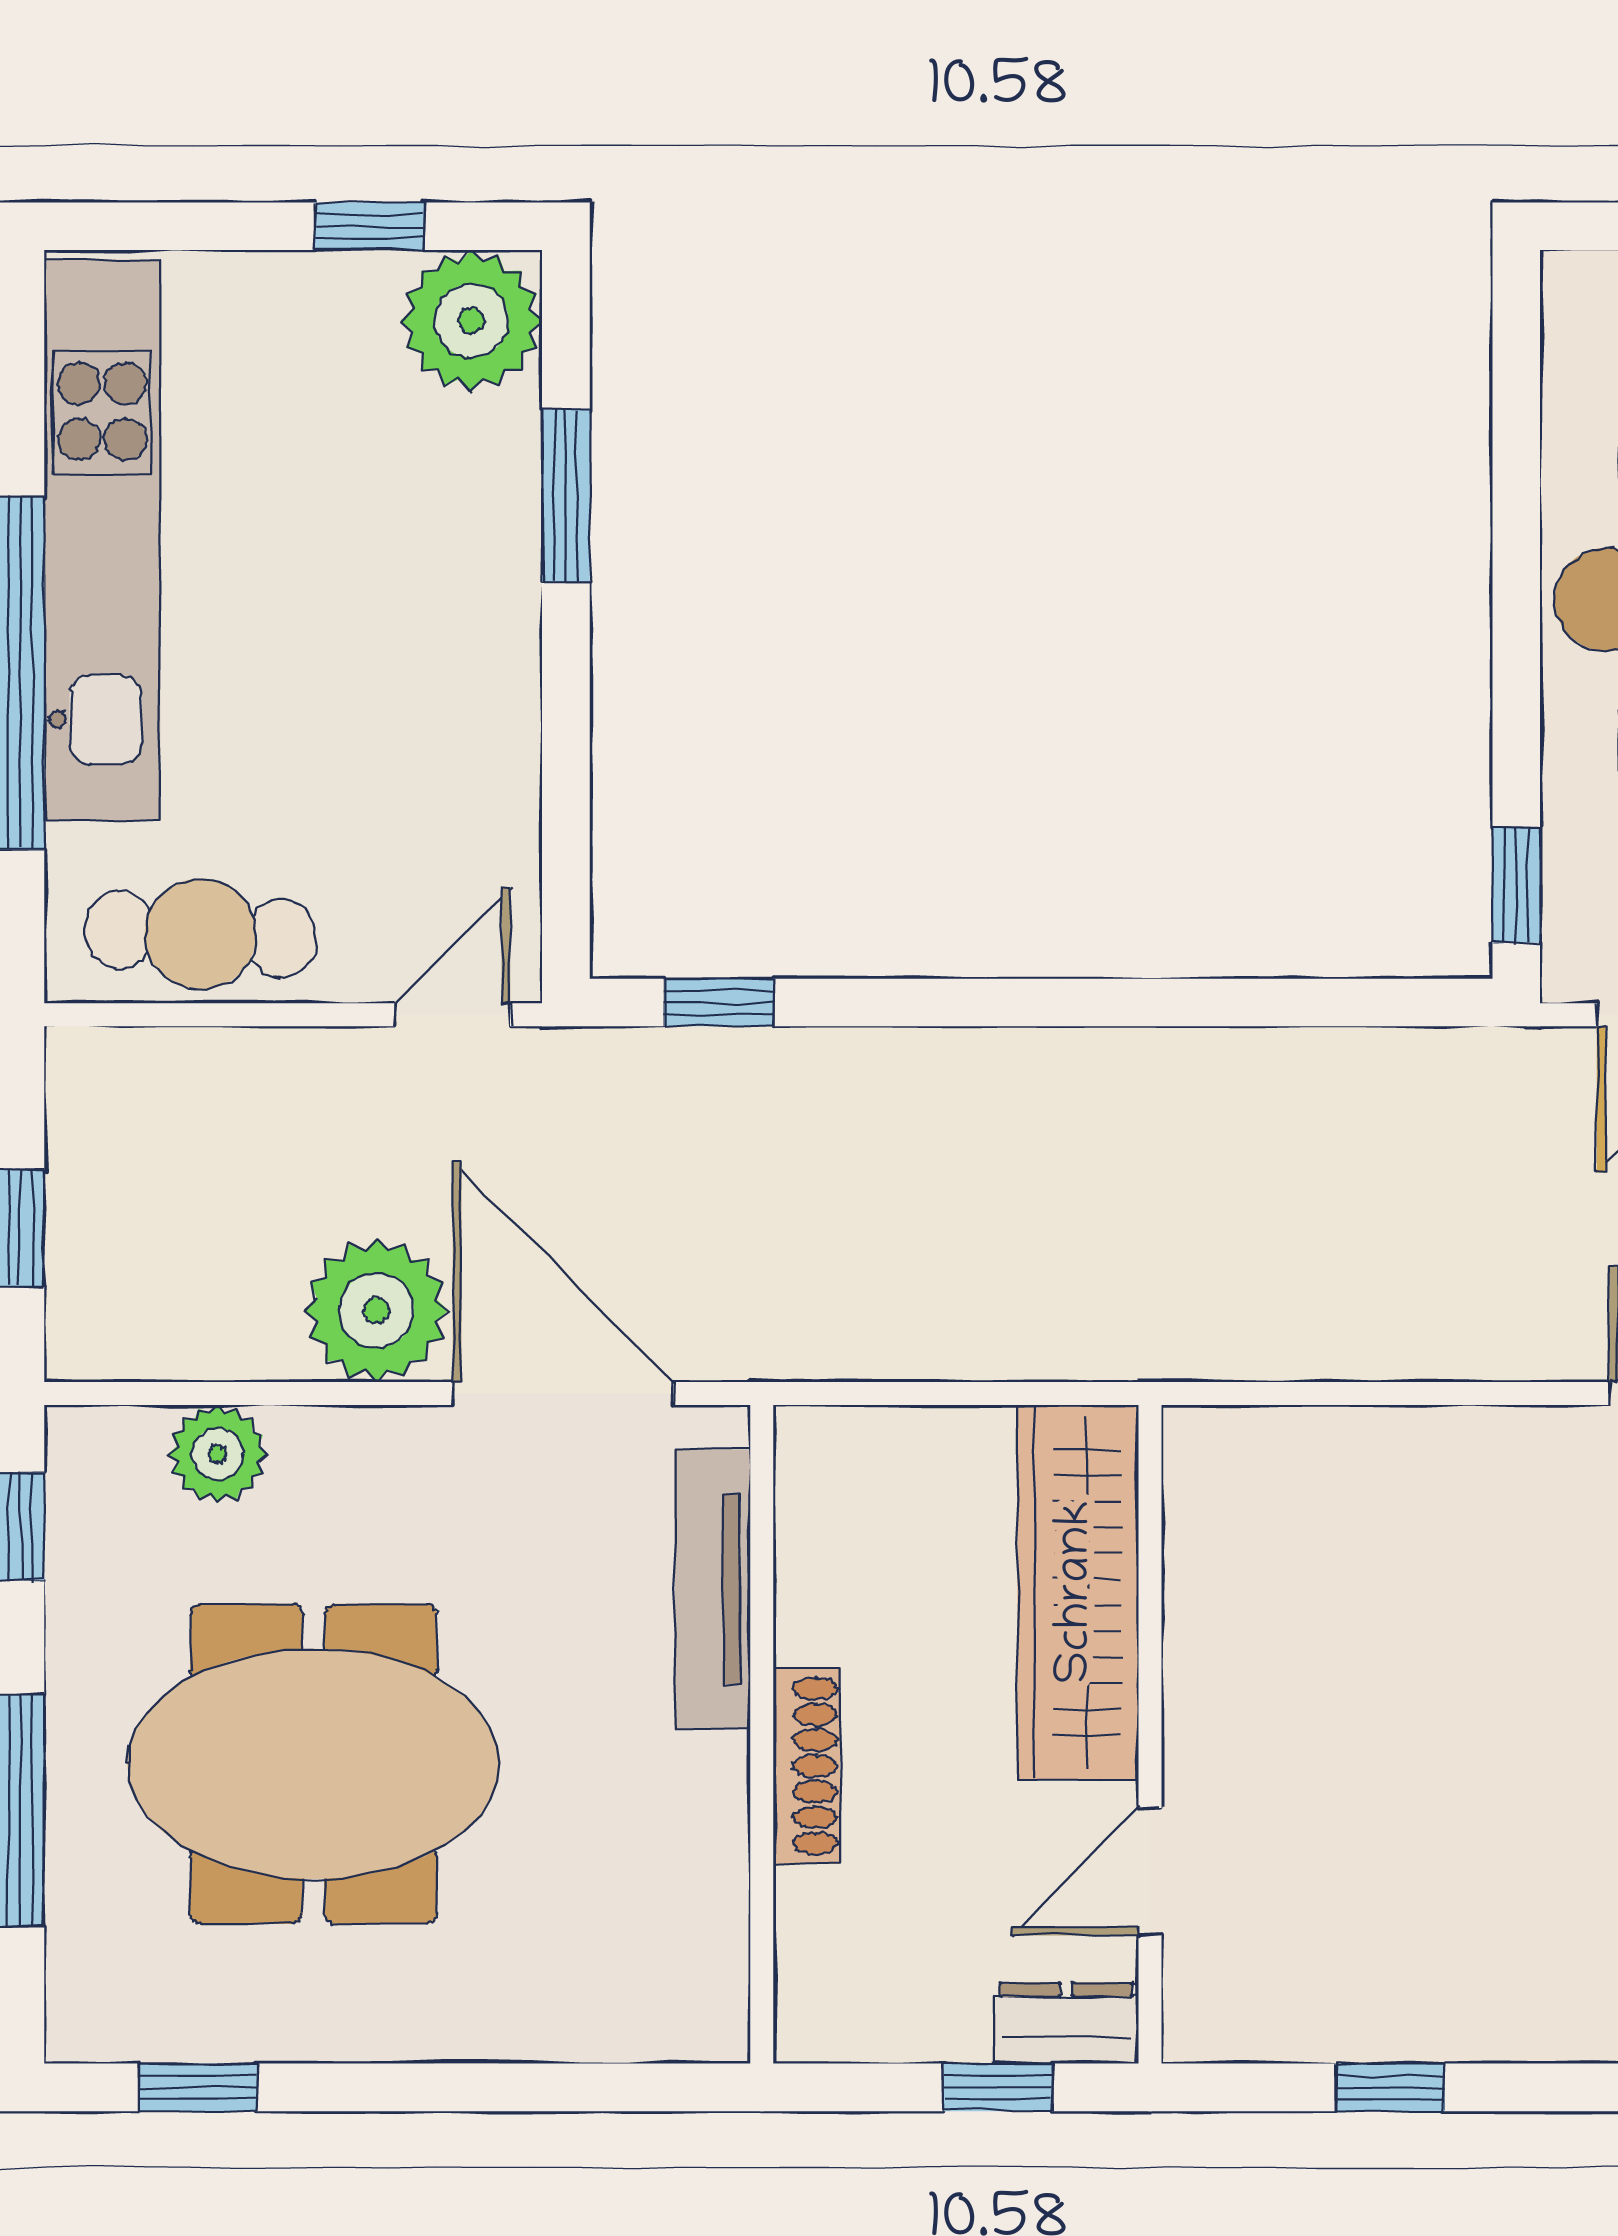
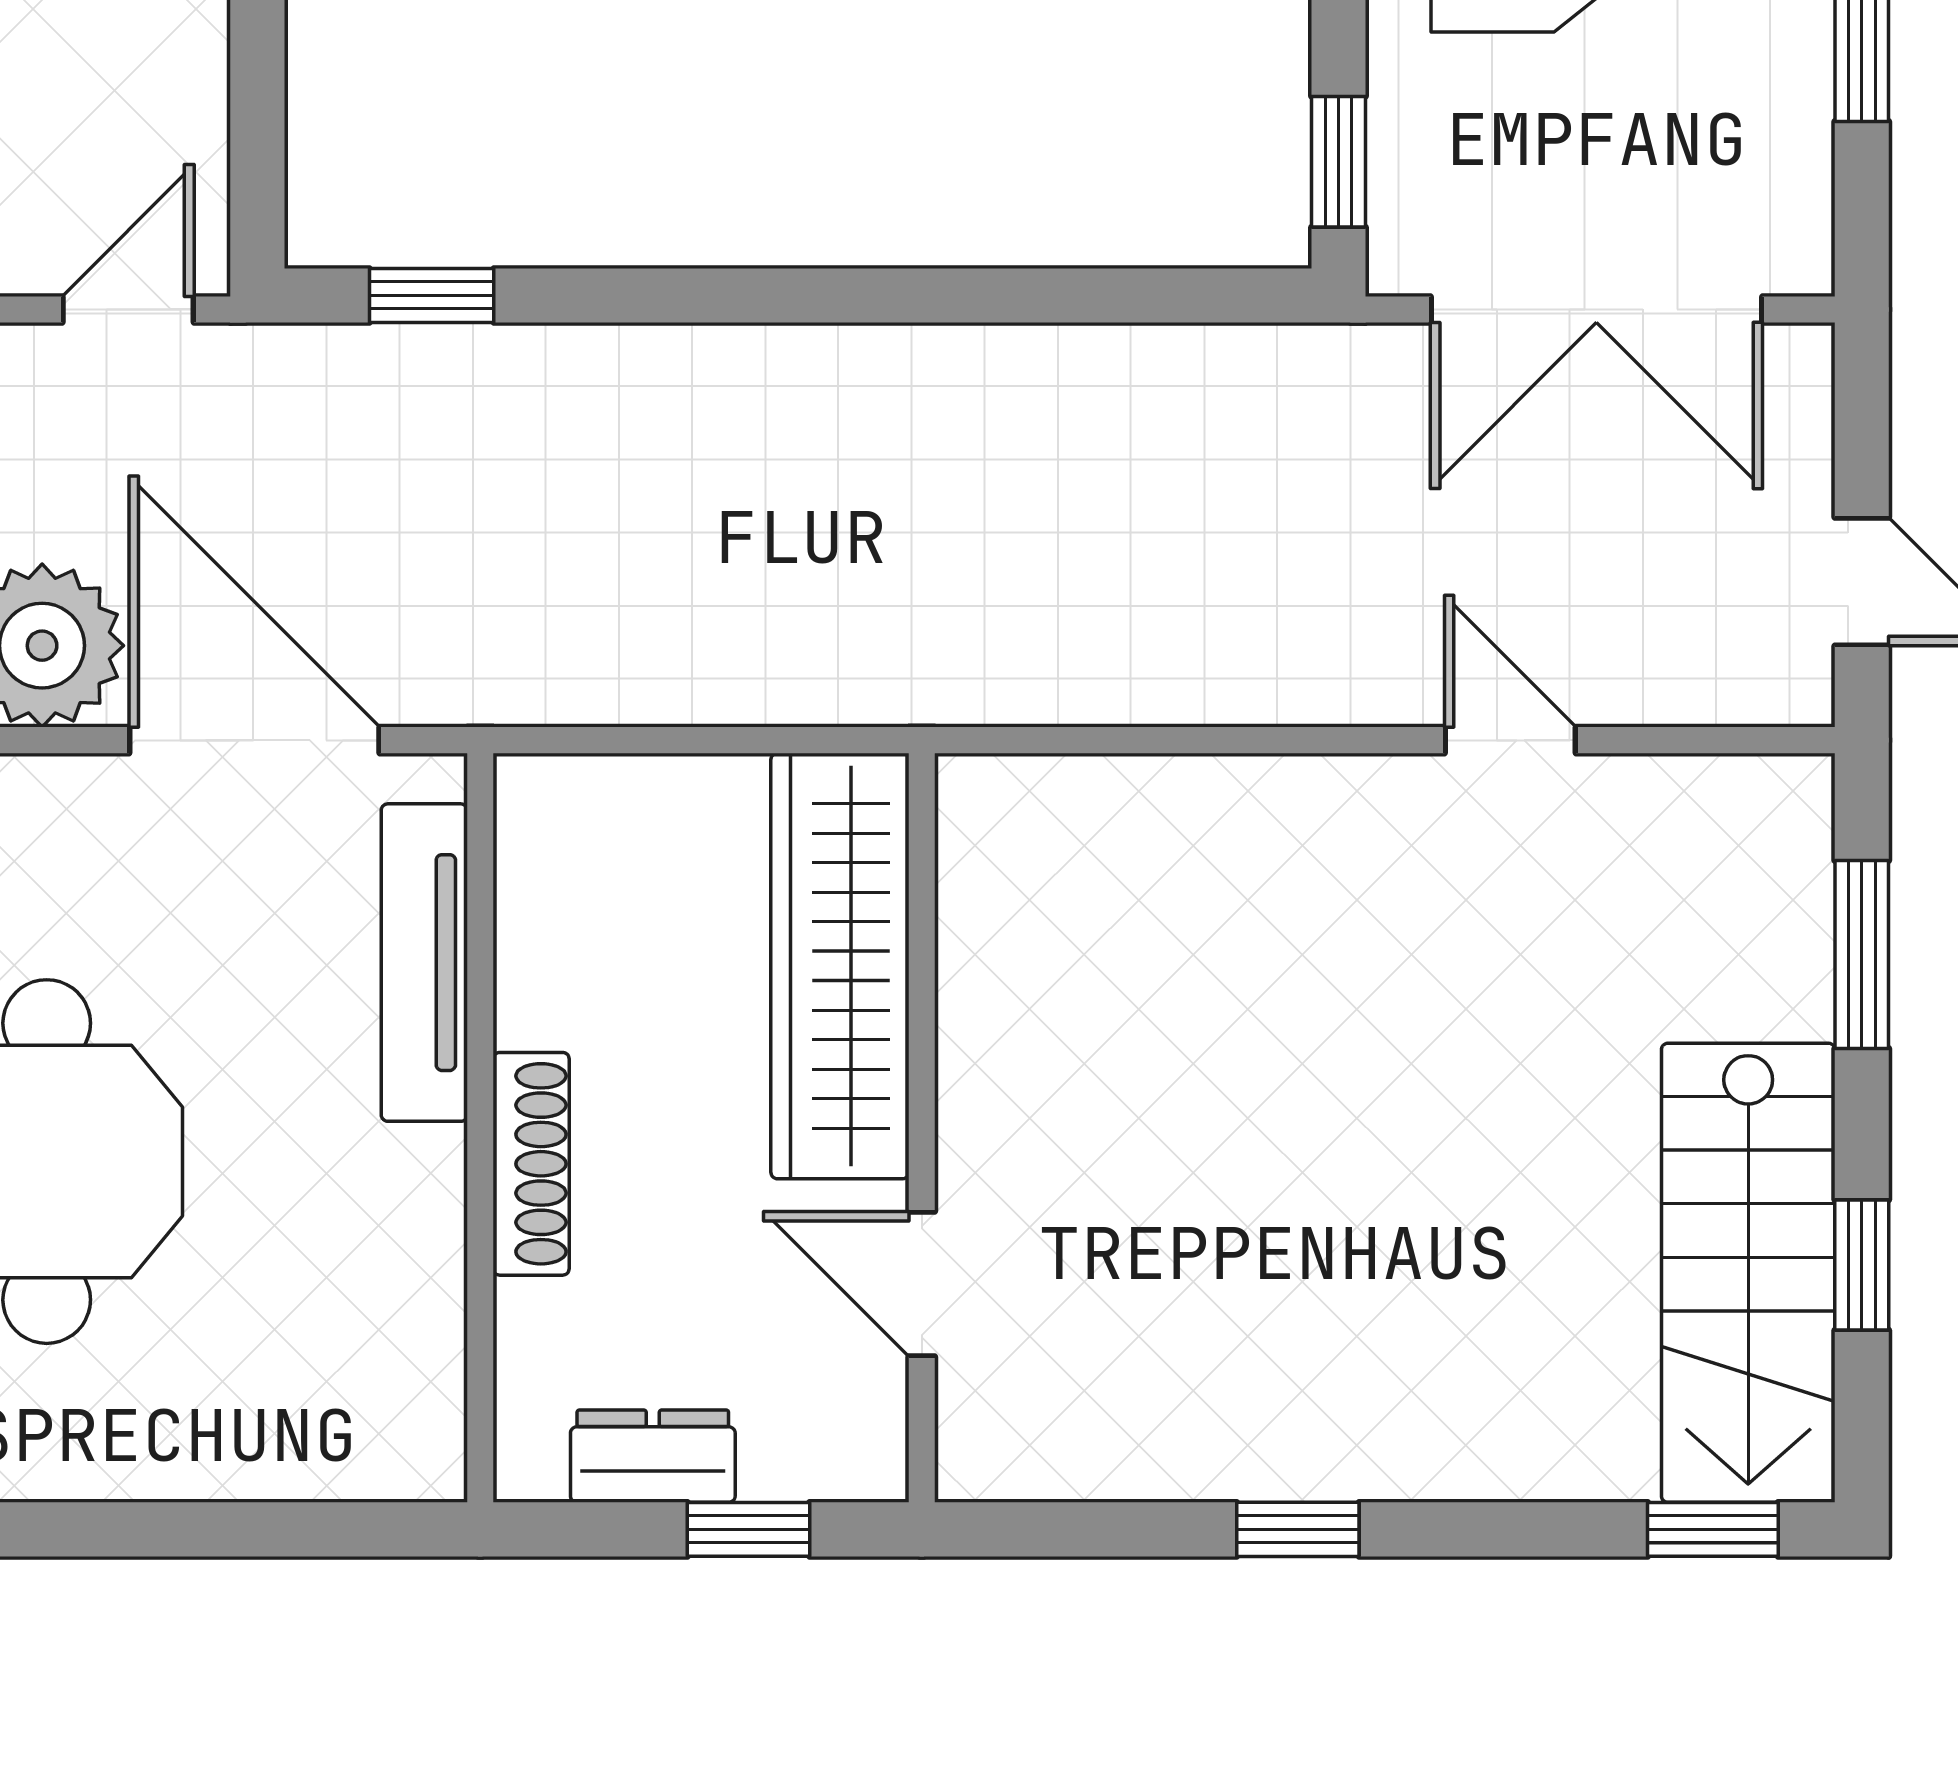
door: (1150, 1872) -> (922, 1284), hinge flipped
dresser: (1066, 2023) -> (653, 1456), moved
window: (1390, 2087) -> (1298, 1529), moved

